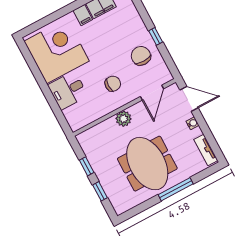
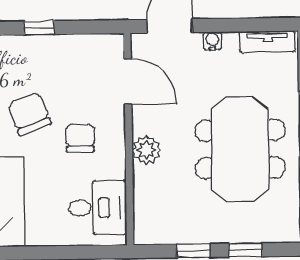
chair: (141, 56) -> (29, 114), moved, turned 70
desk: (68, 90) -> (98, 208), moved, turned -90
meeting table: (147, 164) -> (240, 149), turned 90

